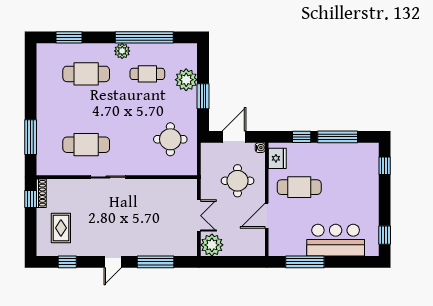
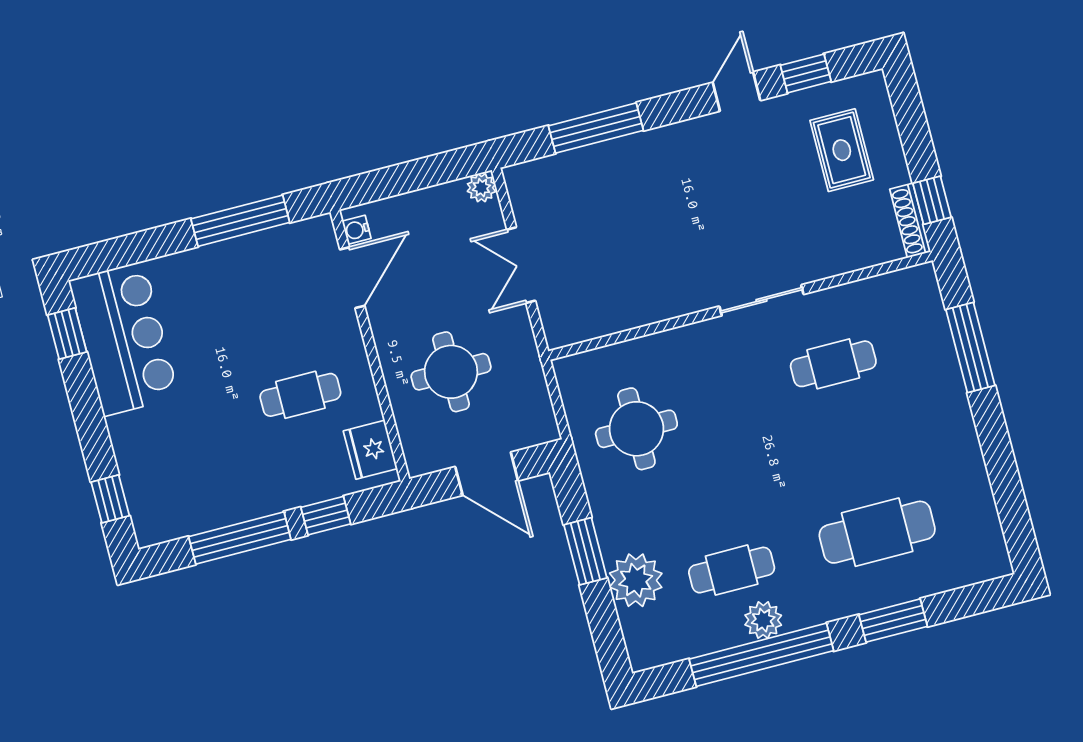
window: (69, 37) -> (893, 621), moved
plant: (122, 51) -> (763, 620), moved
door: (234, 137) -> (487, 474), hinge flipped
cafe table: (86, 145) -> (833, 364), width x0.73, depth x0.74
water cooler: (260, 148) -> (357, 230), moved
cafe table: (299, 187) -> (300, 395), width x0.73, depth x0.74
door: (267, 216) -> (352, 278), moved
bar counter: (336, 240) -> (124, 339), moved, turned -90
plant: (212, 245) -> (481, 188), width x0.53, depth x0.53
door: (113, 262) -> (736, 91), moved

